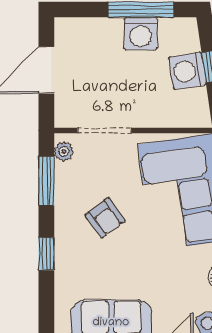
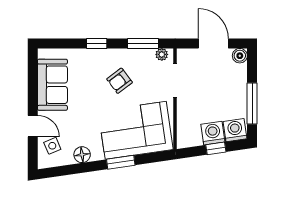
boiler: (66, 29) -> (240, 56), added
washing machine: (141, 34) -> (235, 130), moved, turned 82

